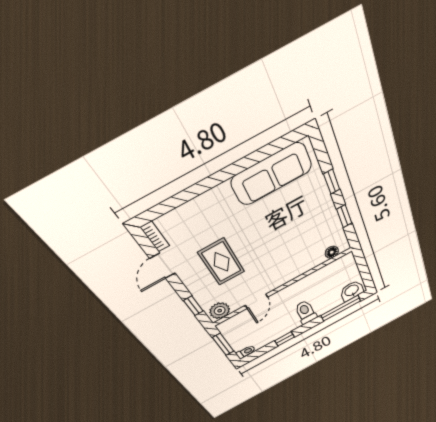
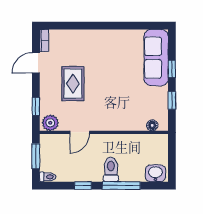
sofa: (272, 174) -> (156, 58), moved, turned 90
window: (341, 308) -> (121, 186), moved

